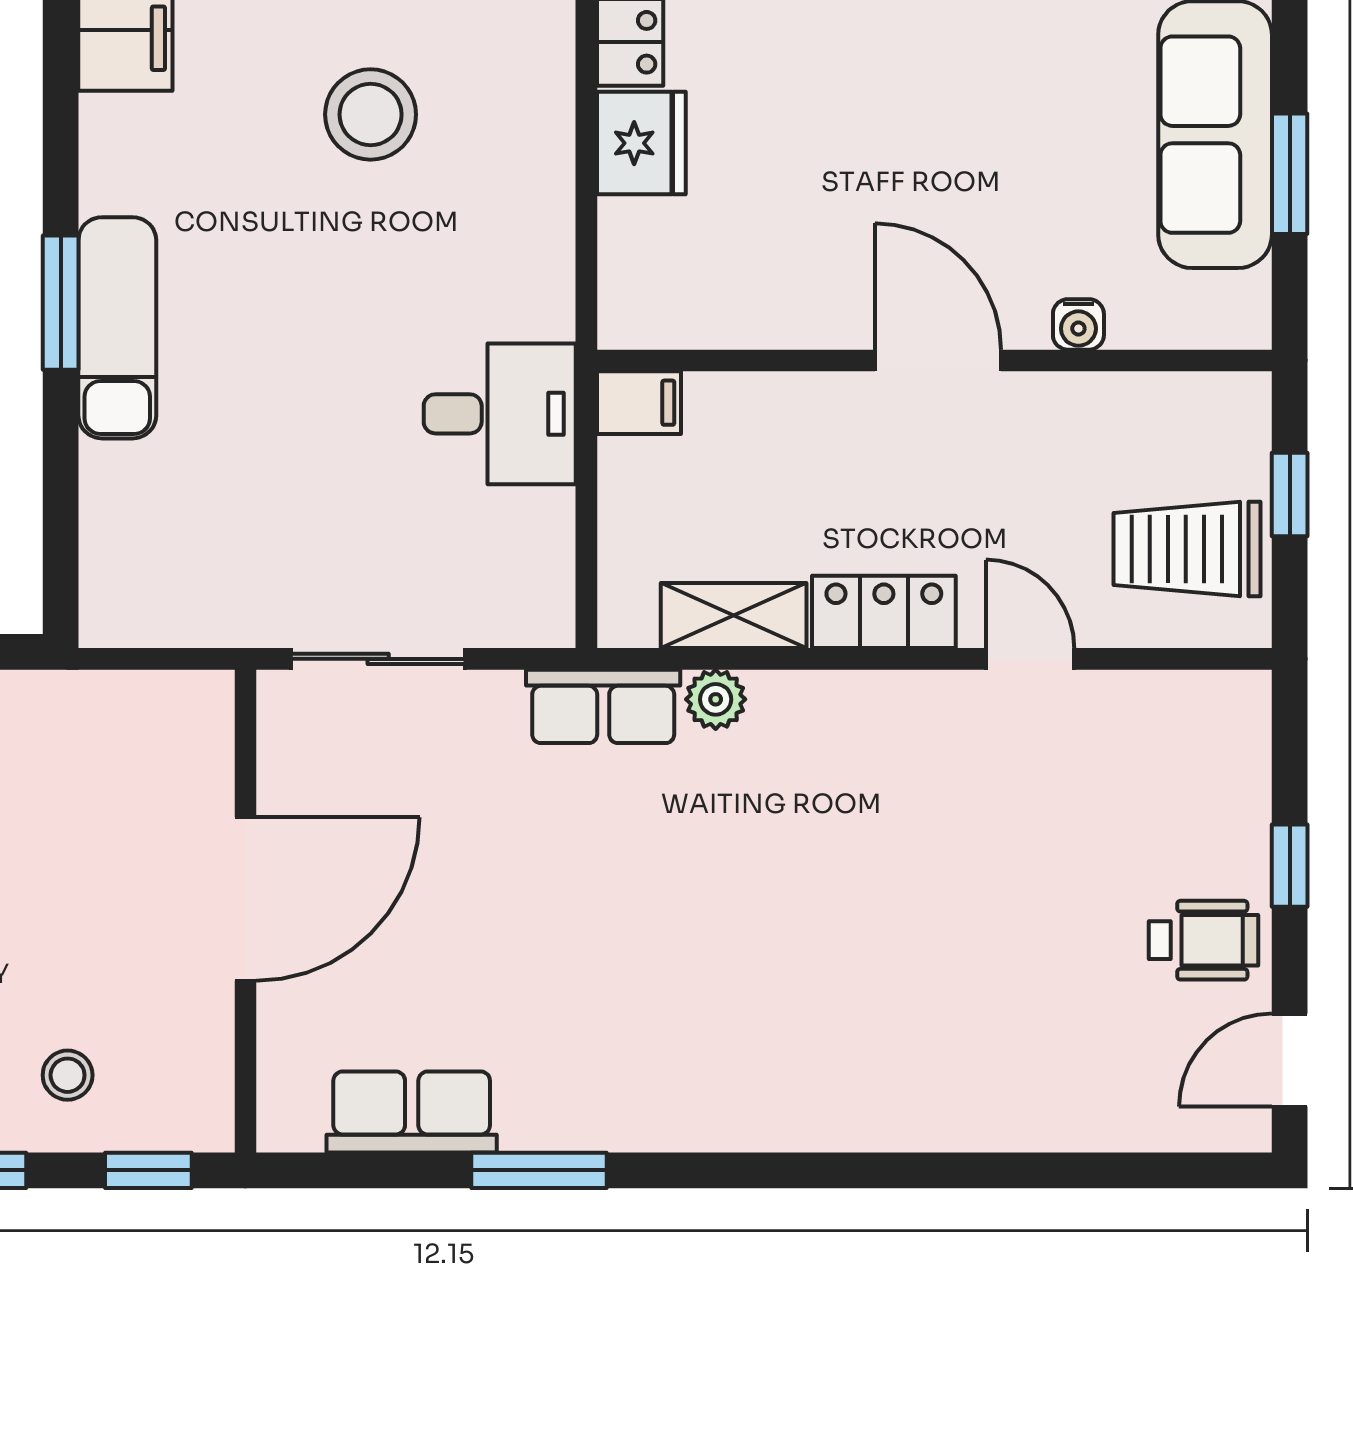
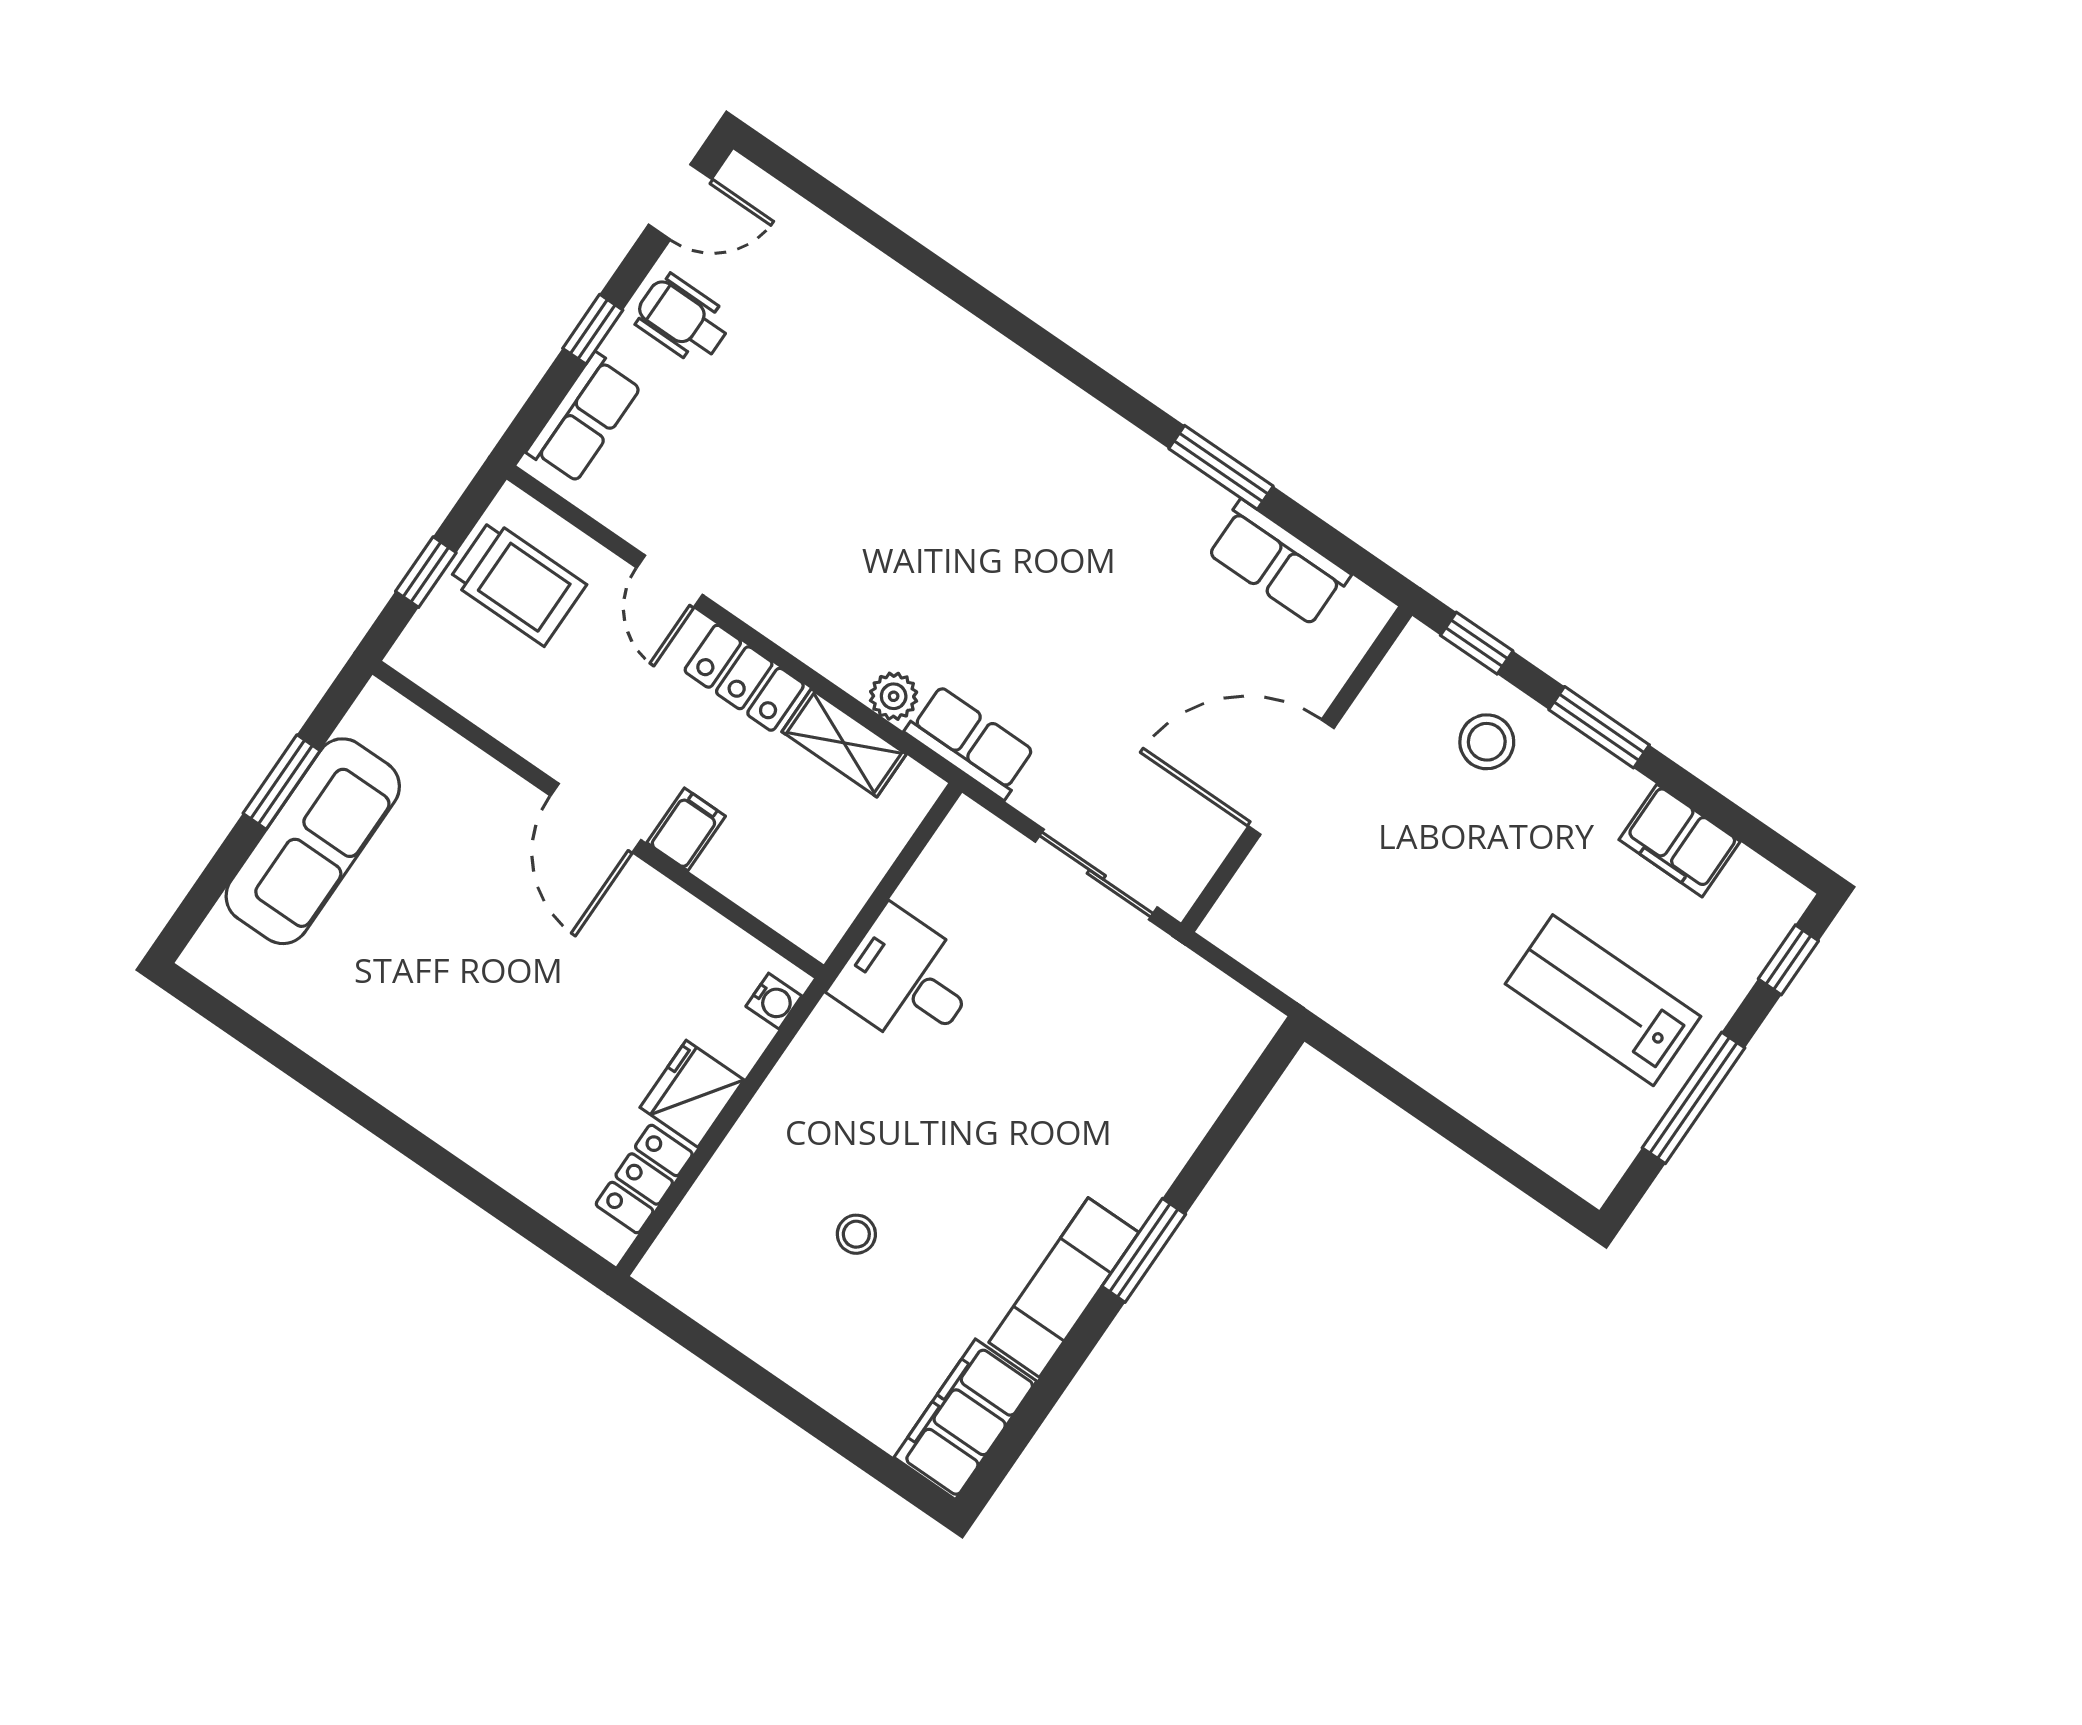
stool: (371, 114) -> (856, 1234), width x0.53, depth x0.53
water cooler: (1078, 324) -> (774, 1001), moved, turned 90
exam couch: (117, 328) -> (1064, 1287), moved
filing cabinet: (639, 403) -> (686, 829), moved, turned 90
row of seats: (1235, 767) -> (584, 418), added
stool: (68, 1075) -> (1487, 742), width x1.37, depth x1.37

